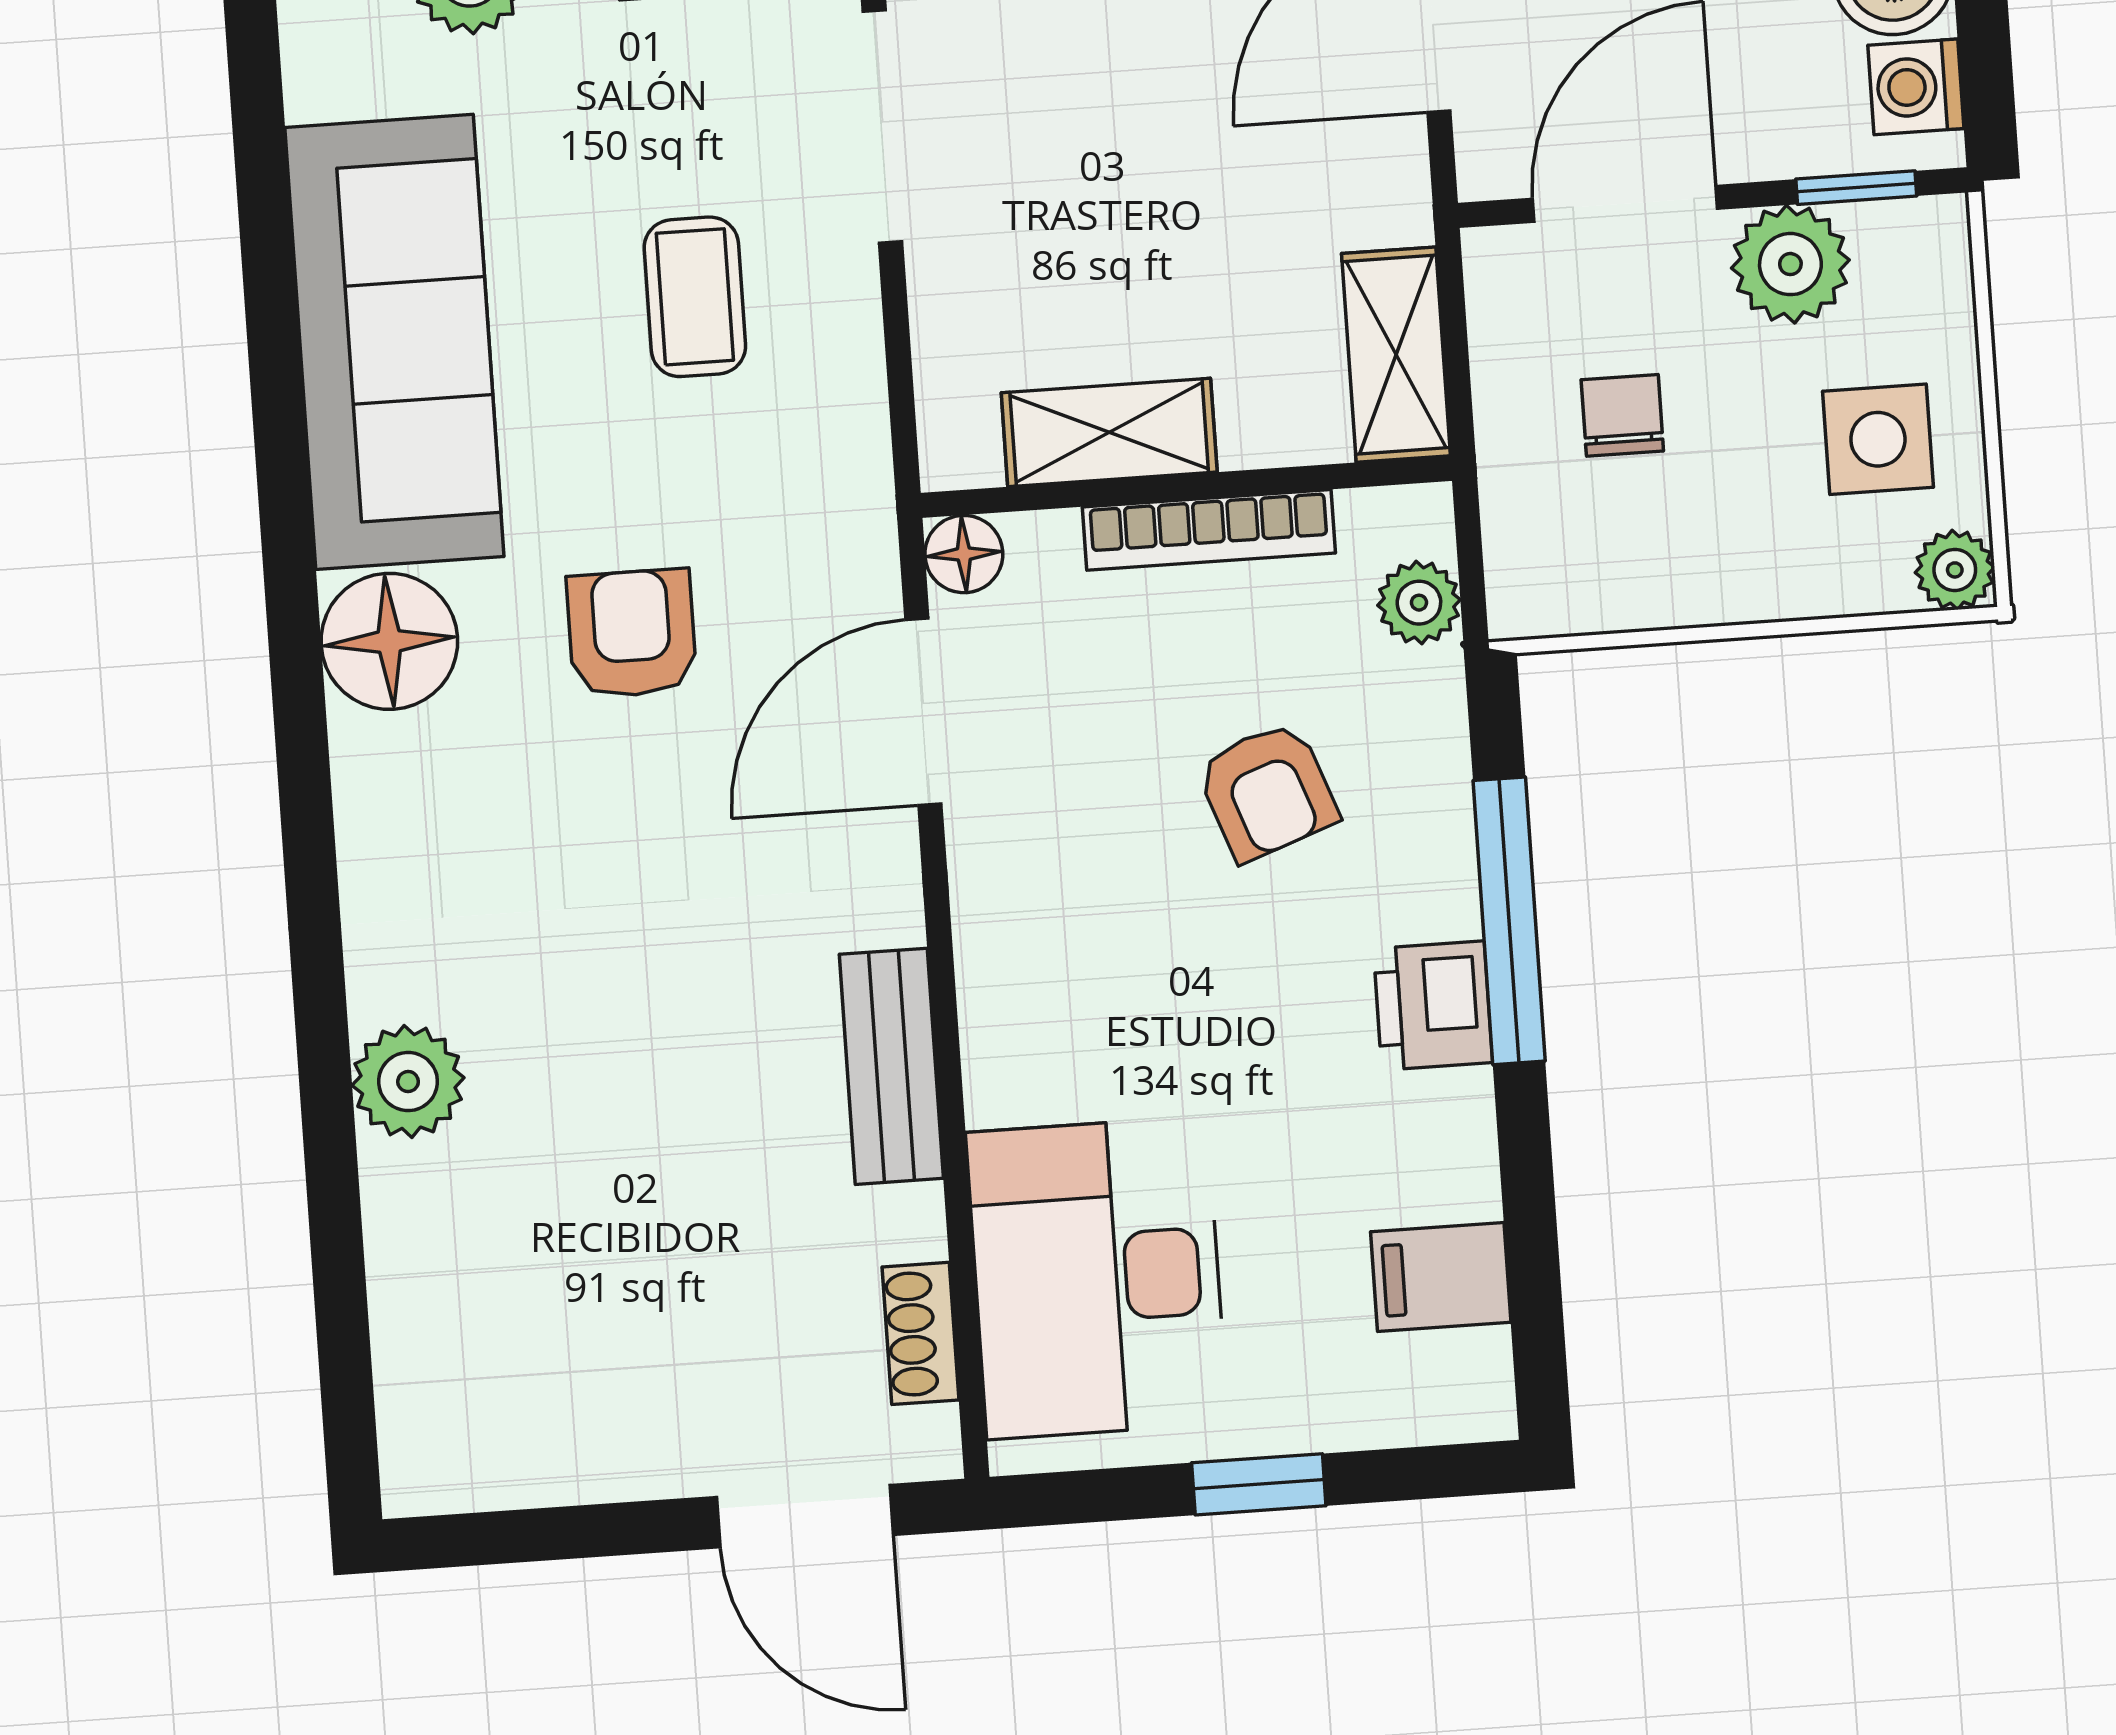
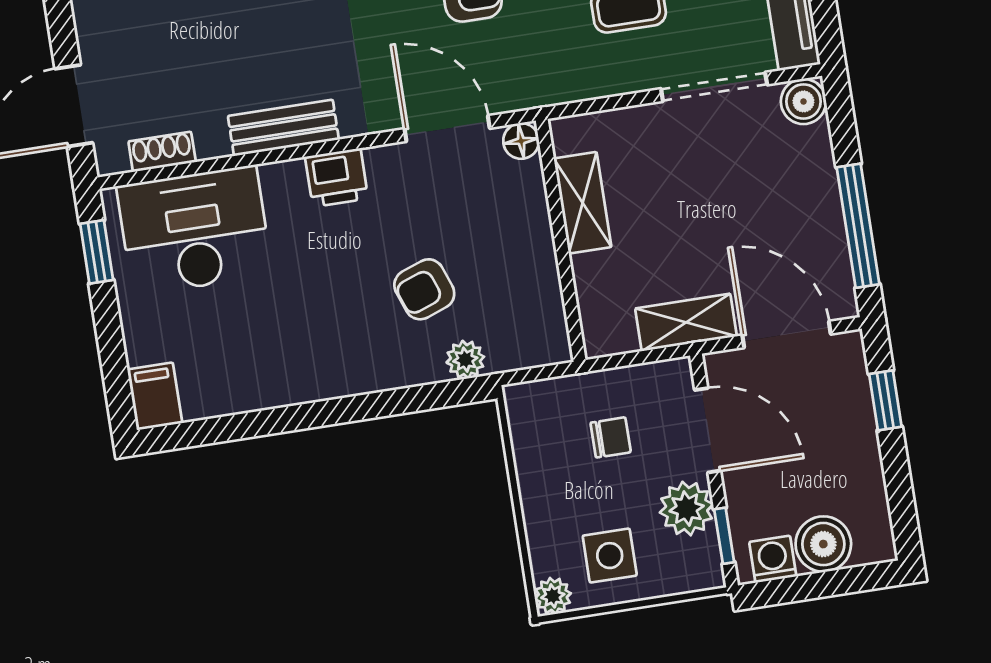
shelving: (1396, 355) -> (686, 322), moved
bookcase: (1209, 530) -> (542, 252), removed
plant: (1419, 603) -> (465, 360), moved
window: (1509, 921) -> (374, 405), removed
printer: (1433, 1006) -> (337, 178), moved, turned 180
filing cabinet: (1441, 1277) -> (155, 396), moved
window: (1259, 1484) -> (97, 252), moved

